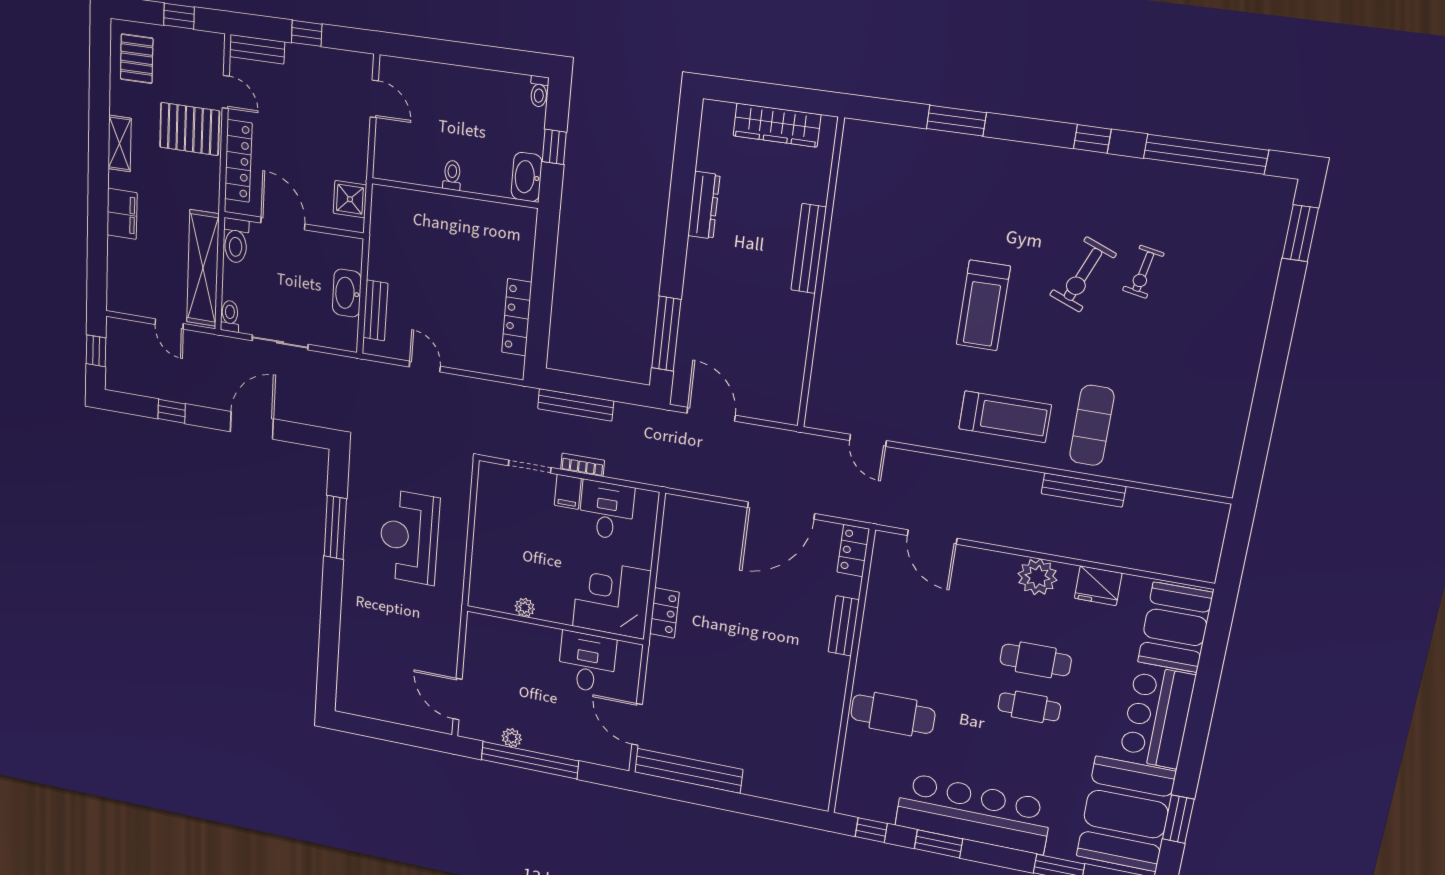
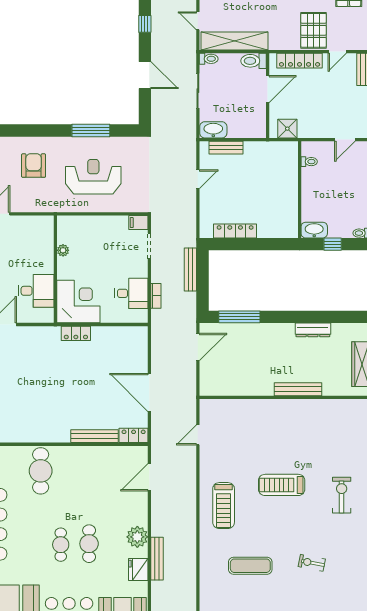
toilet: (452, 175) -> (309, 162), moved
exercise bike: (1083, 275) -> (342, 495), moved, turned 68
washbasin: (347, 293) -> (213, 130), moved
door: (169, 324) -> (198, 21), hinge flipped
exercise mat: (1092, 425) -> (250, 566), moved
bookcase: (583, 465) -> (156, 296), moved
bench: (1083, 490) -> (157, 559), moved
filing cabinet: (568, 492) -> (138, 223), moved
bench: (844, 626) -> (94, 436), width x1.36
armchair: (385, 627) -> (34, 166), added

